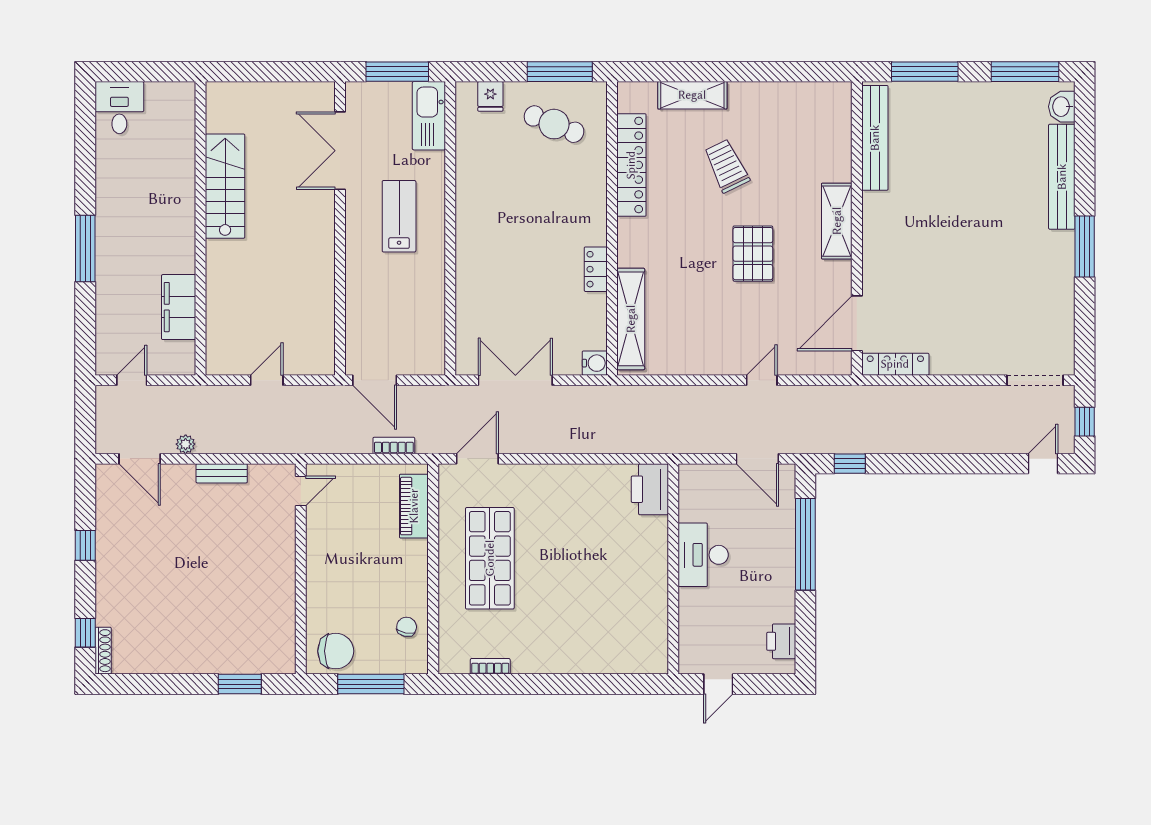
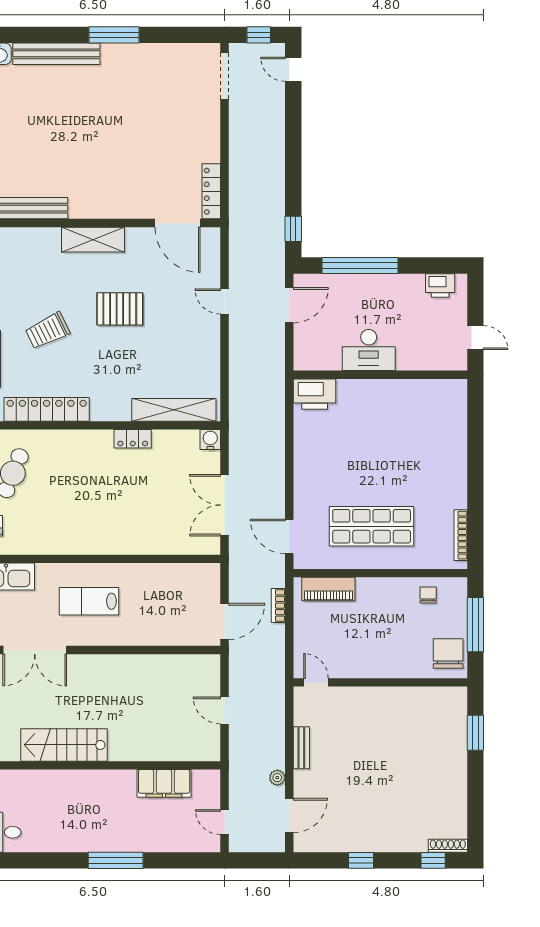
chair: (407, 627) -> (428, 595), turned 78
bookcase: (490, 666) -> (461, 535), width x1.56

